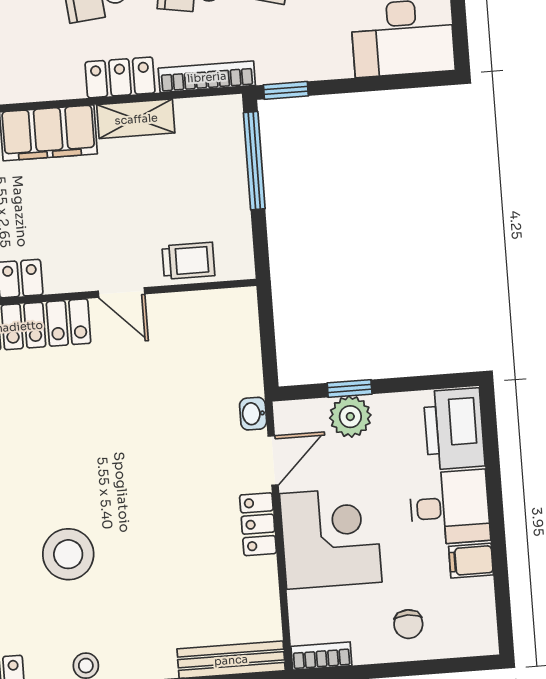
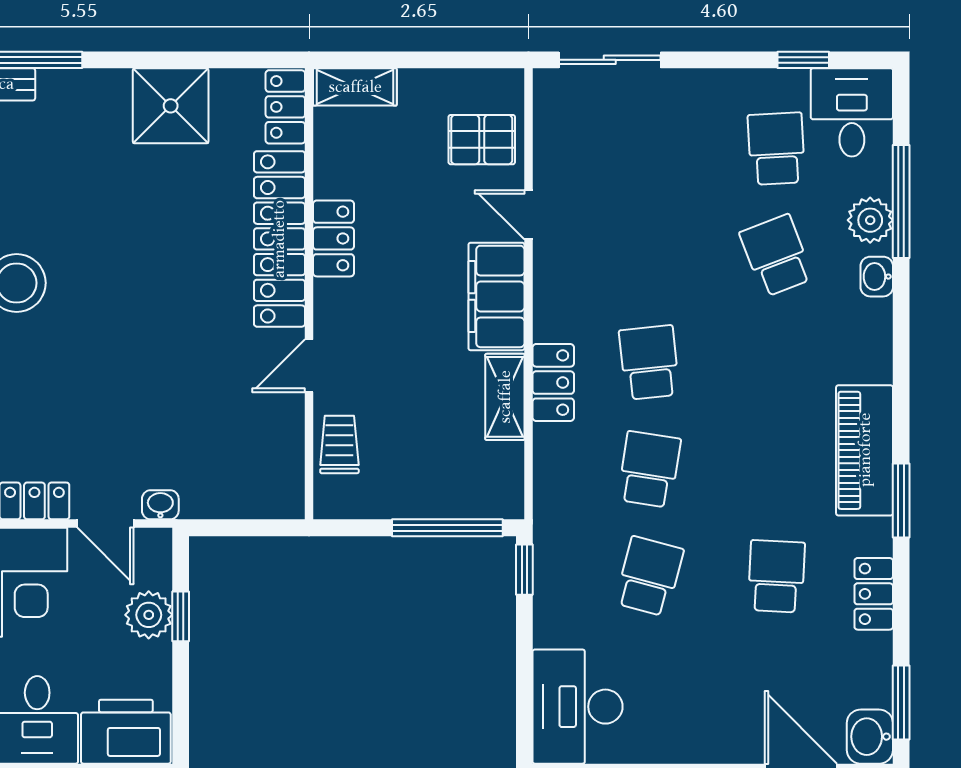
bookcase: (207, 77) -> (547, 481), removed
trolley: (188, 261) -> (339, 444), turned 180

